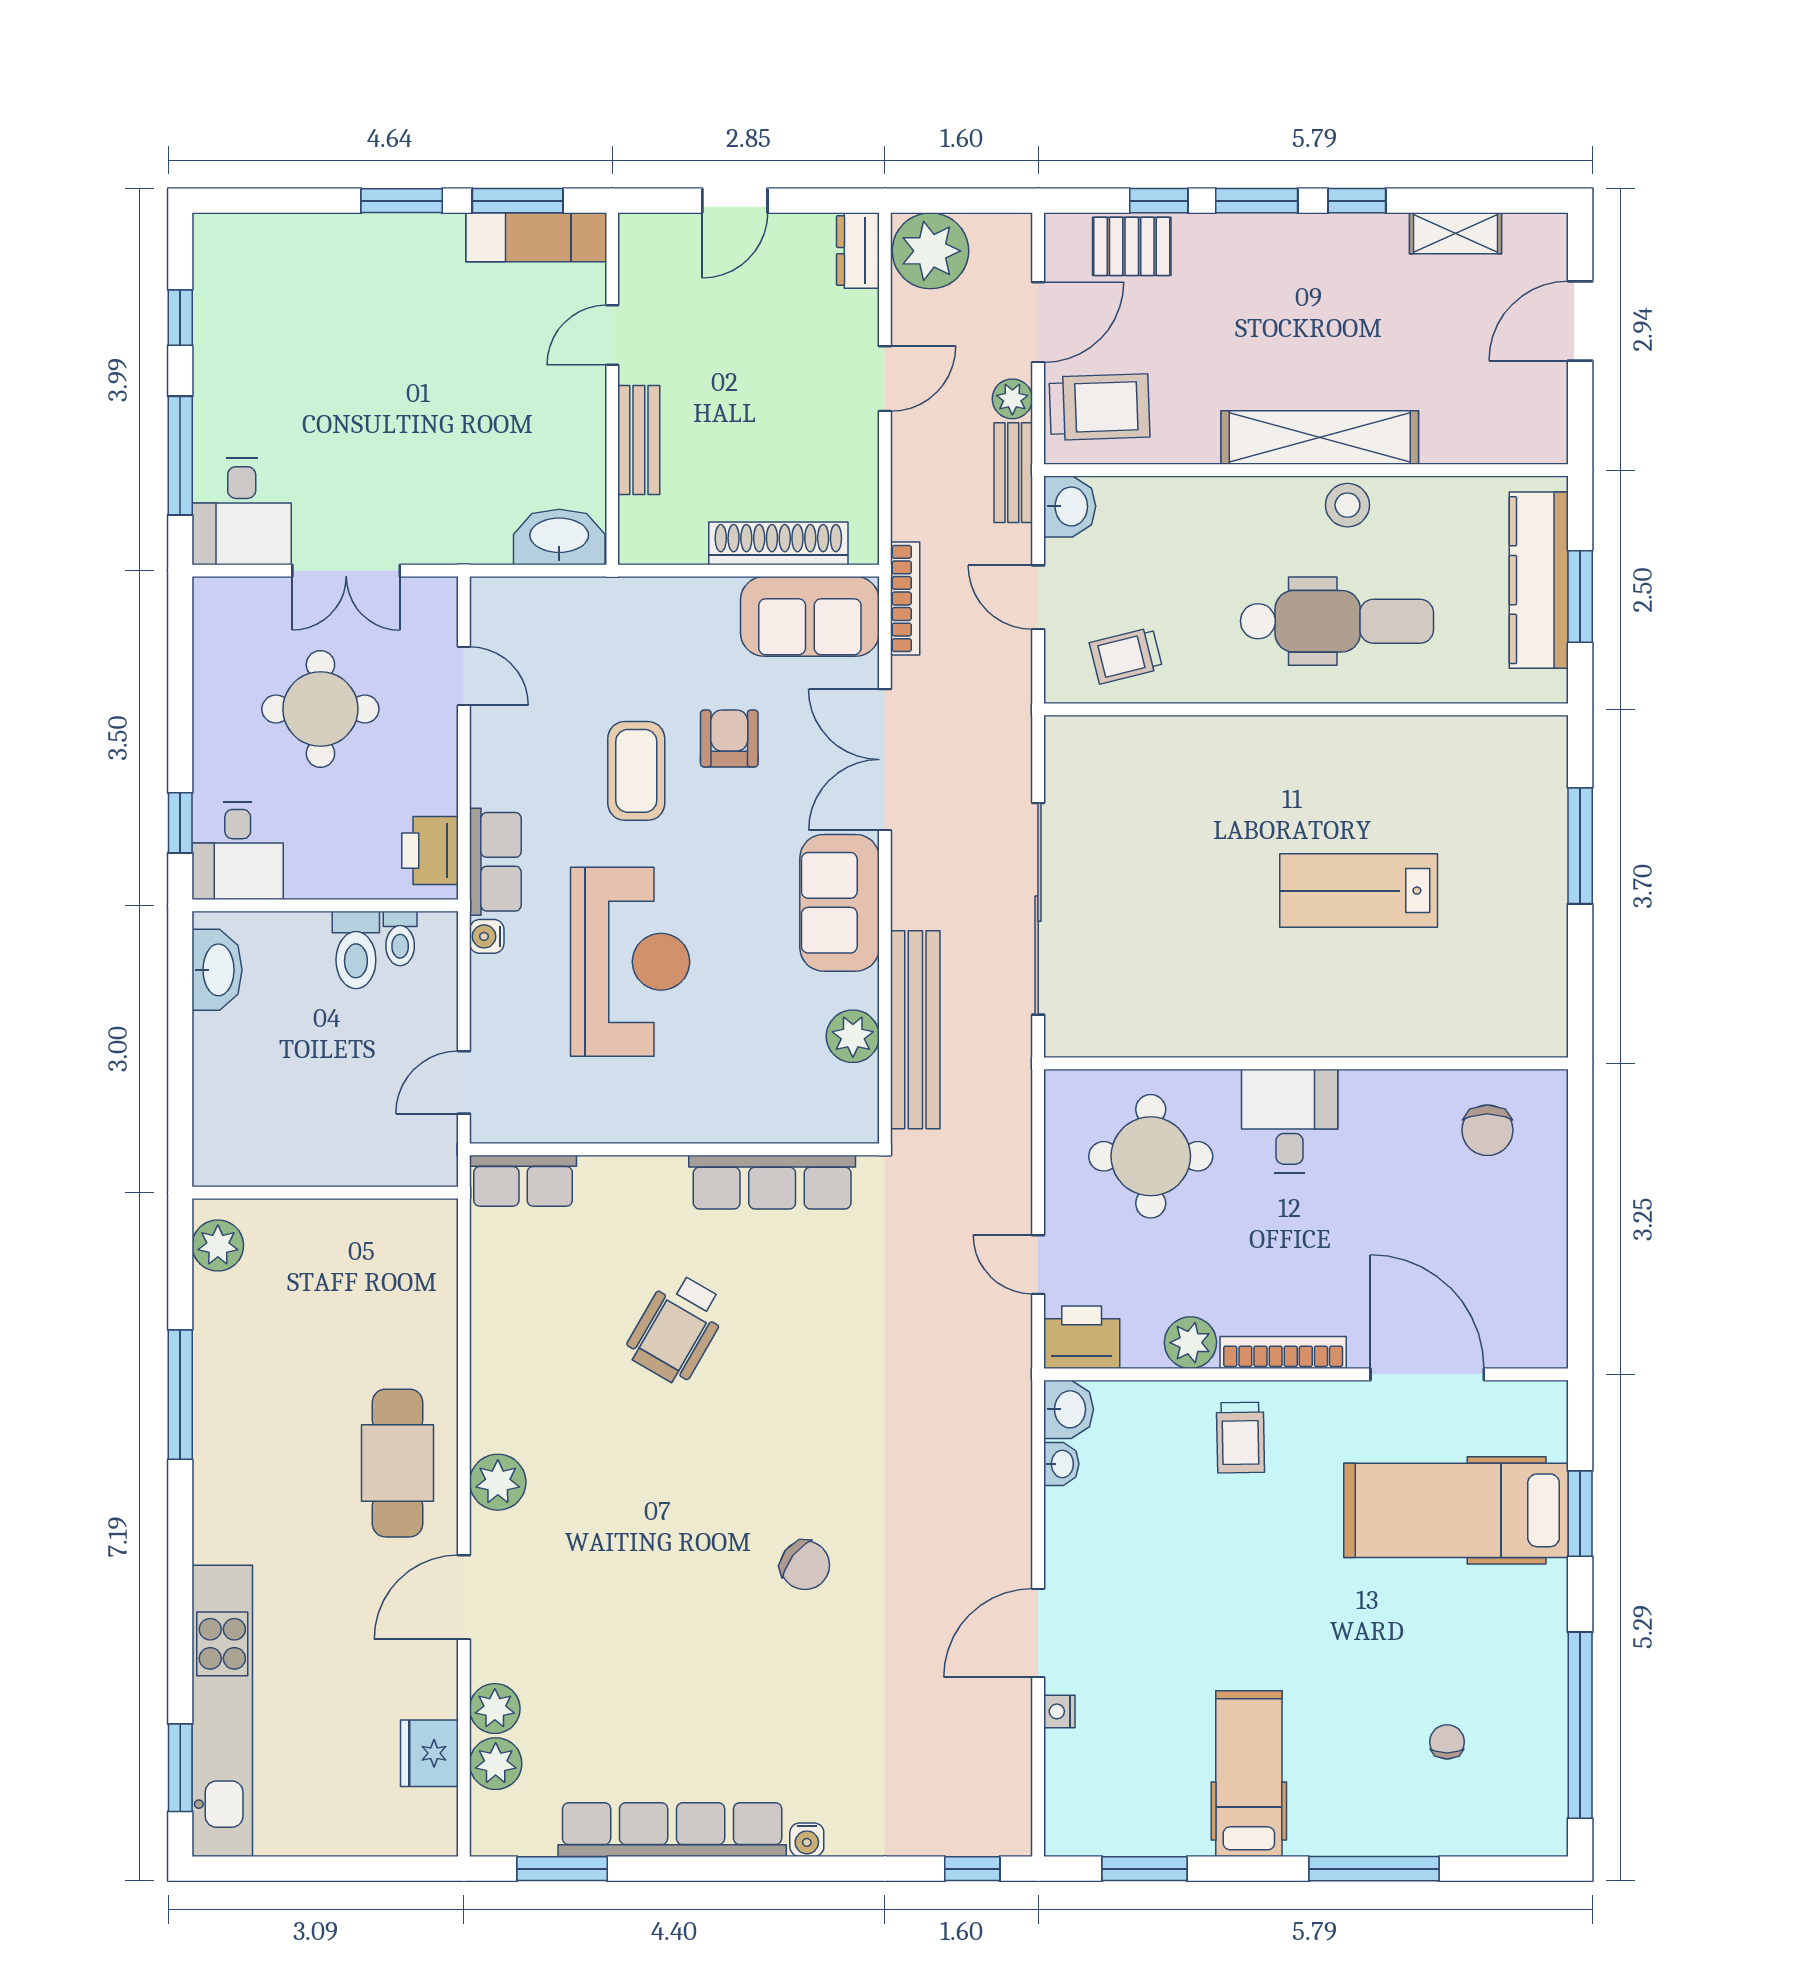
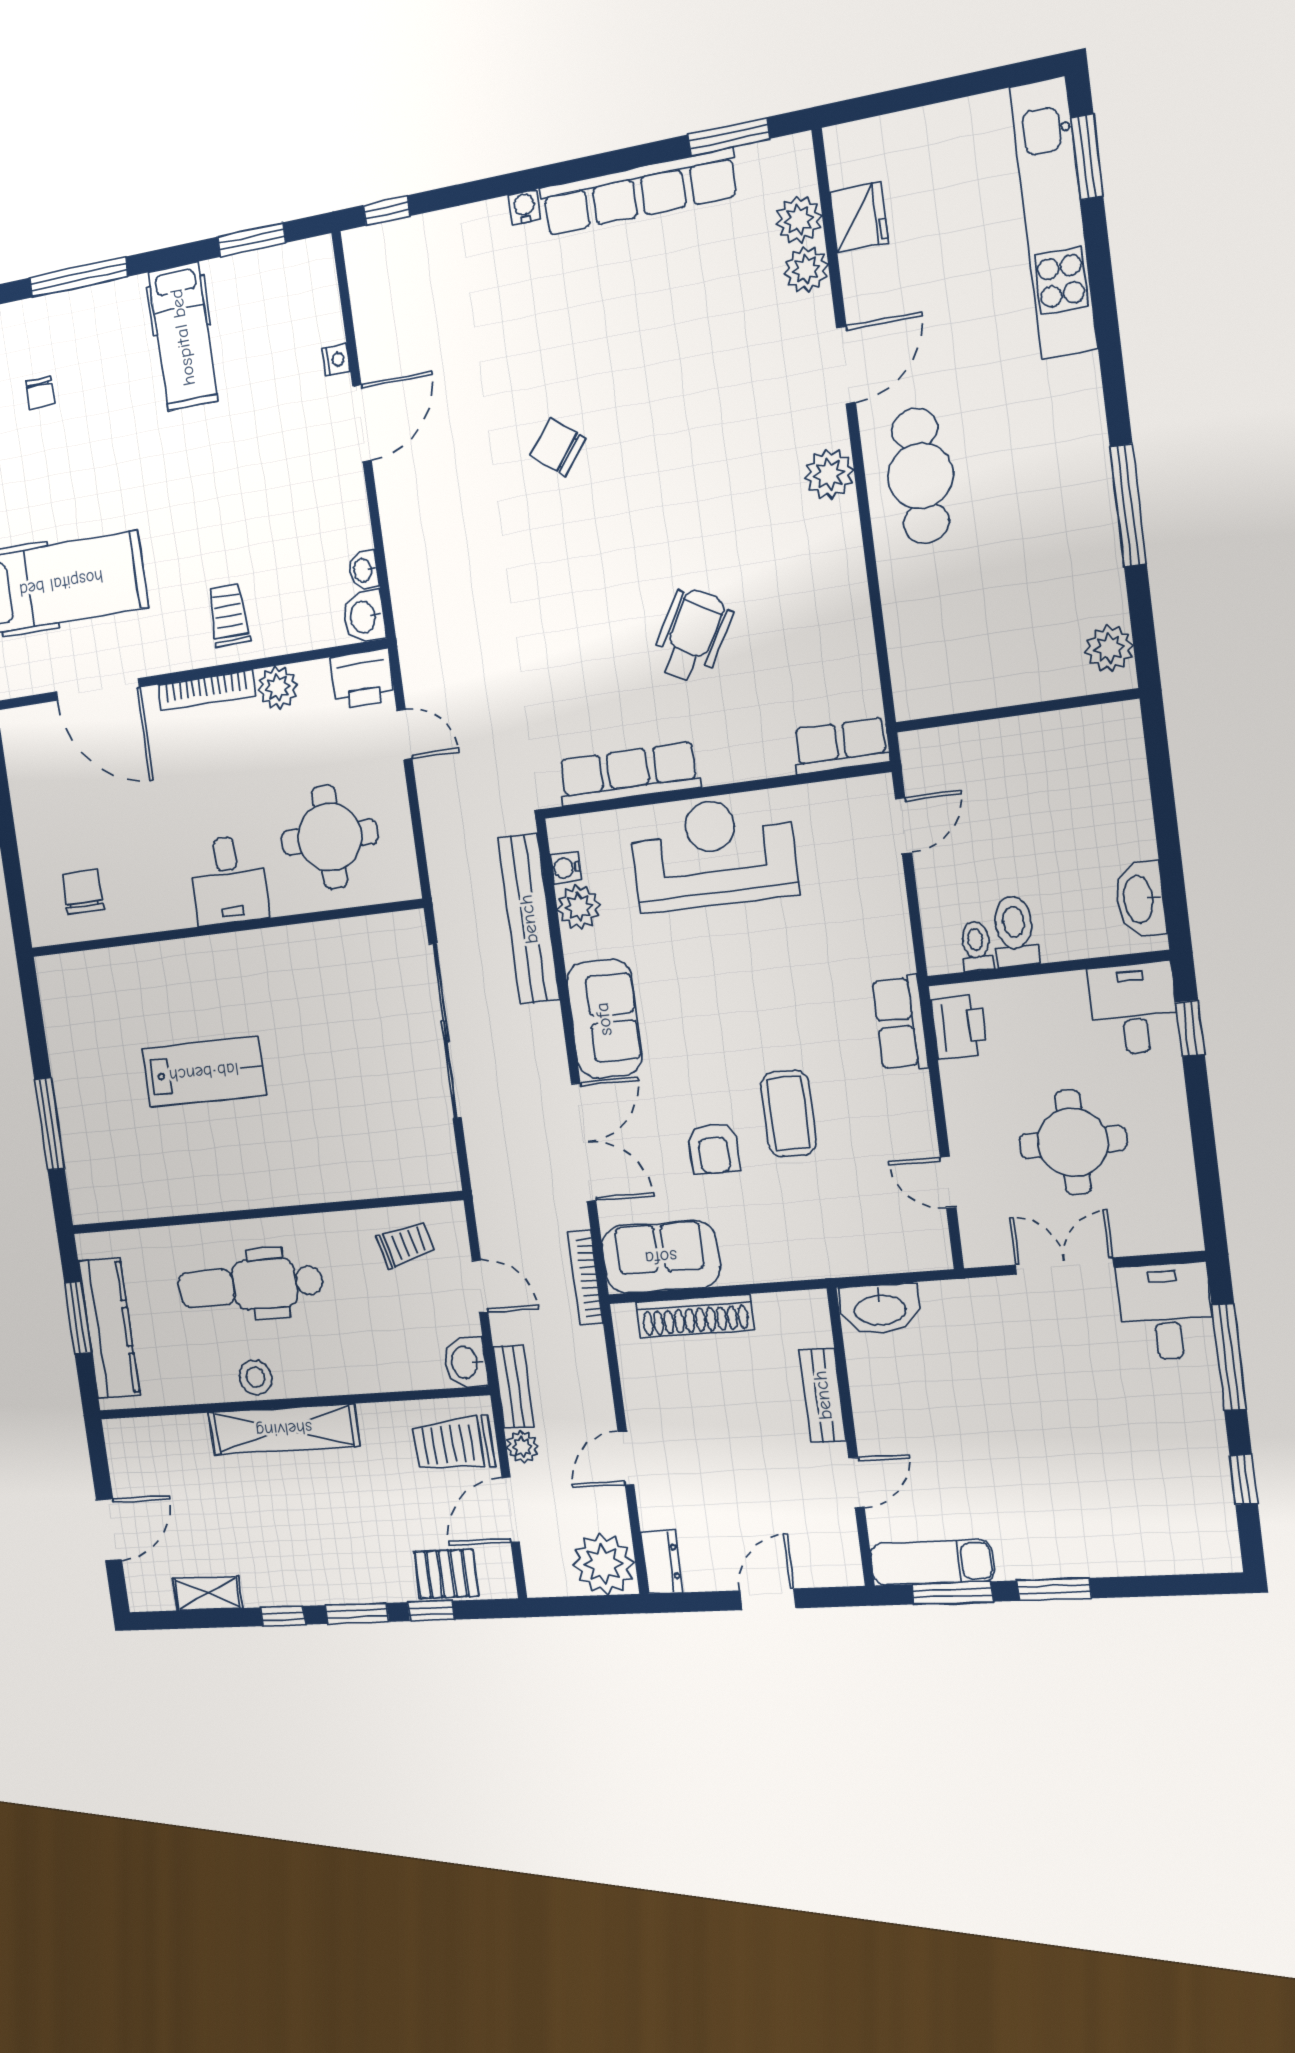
water cooler: (487, 936) -> (566, 868), moved, turned 180
reception desk: (630, 962) -> (713, 853), moved, turned 90

